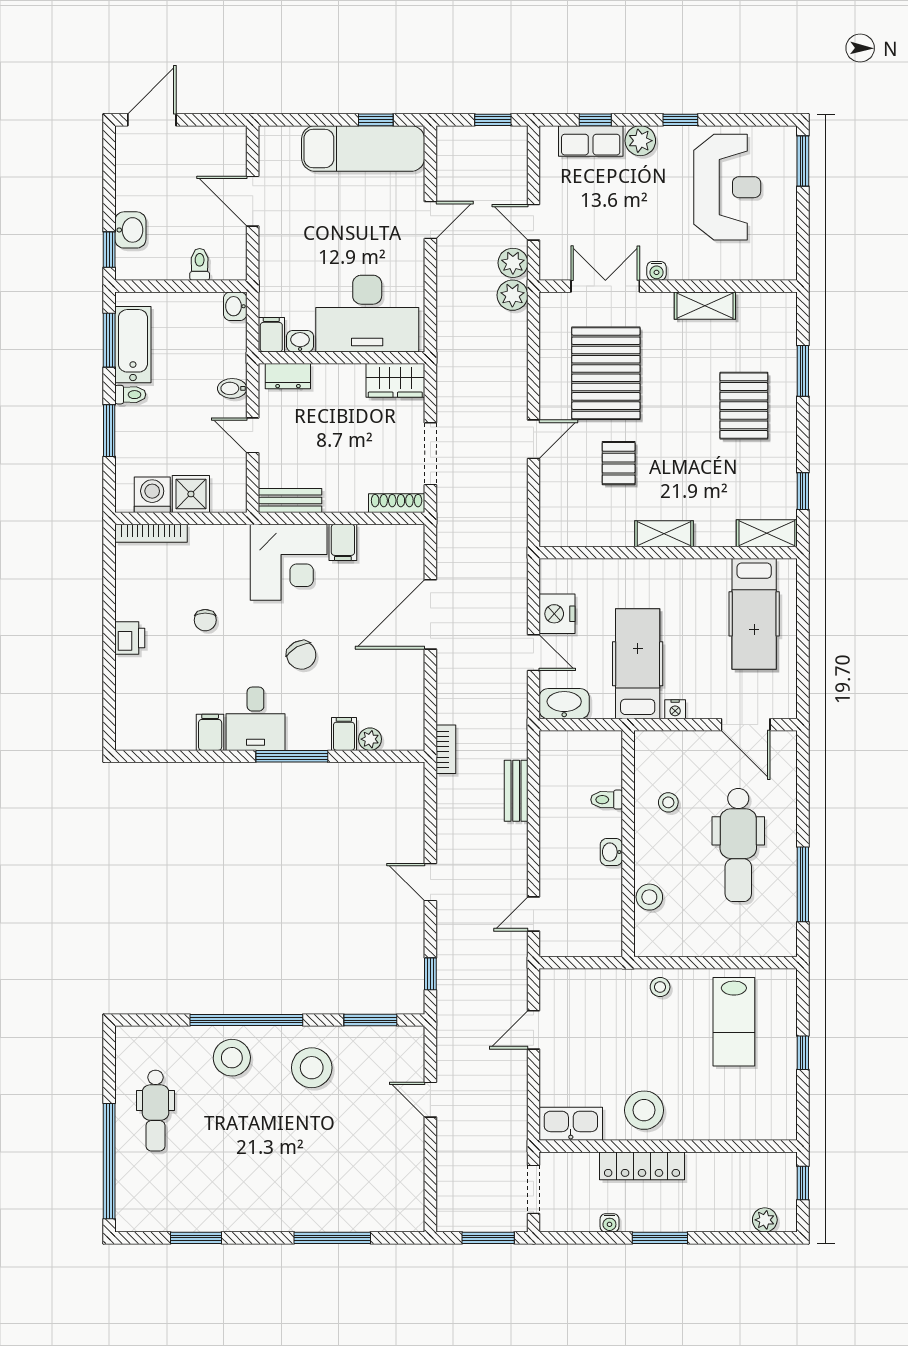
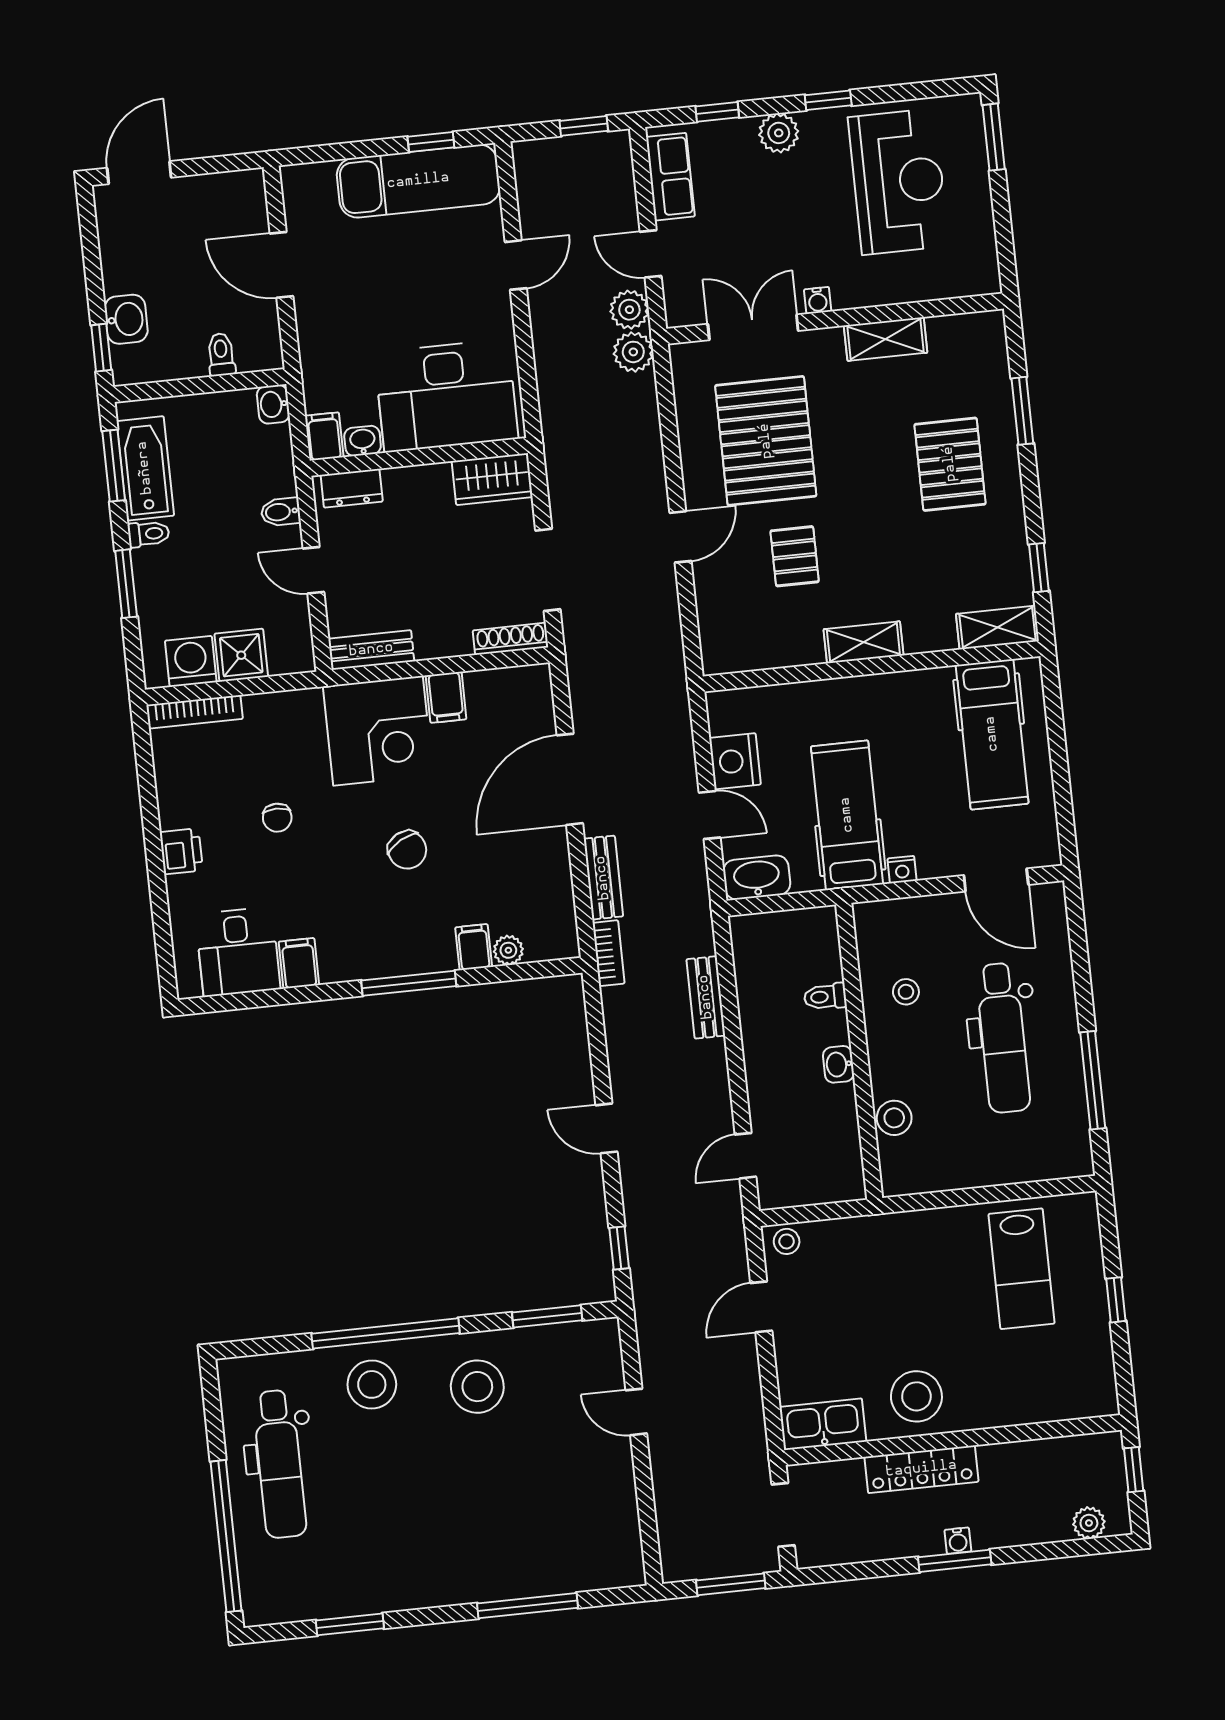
row of seats: (591, 141) -> (670, 177), moved, turned -90
bench: (448, 692) -> (603, 878), added
desk: (255, 719) -> (238, 952), moved
stool: (660, 987) -> (787, 1241), moved
dental chair: (155, 1111) -> (280, 1464), width x1.36, depth x1.38
water cooler: (609, 1223) -> (958, 1541), moved

